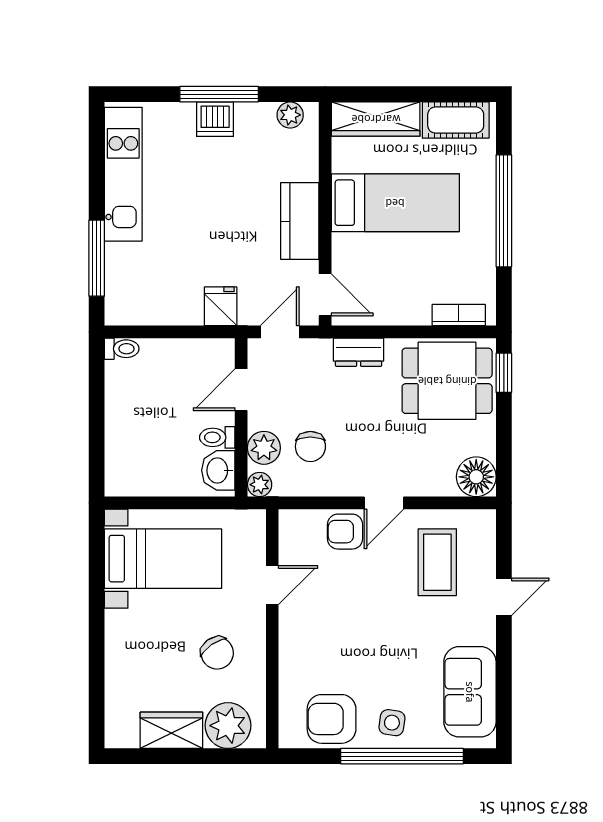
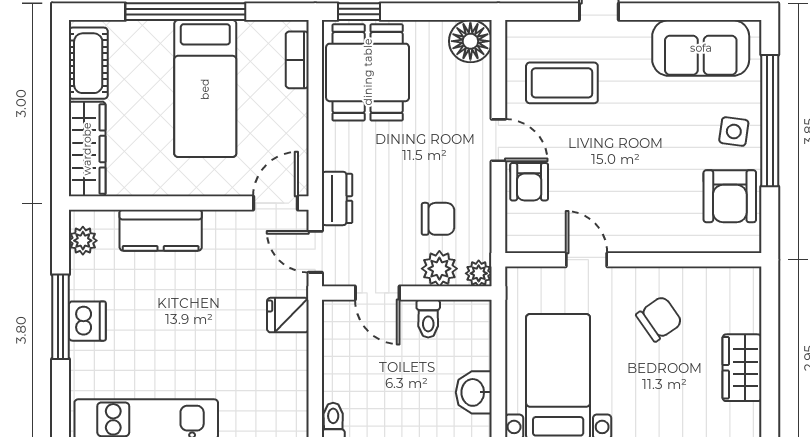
bed: (395, 203) -> (205, 89), moved, turned 180
kitchen counter: (300, 221) -> (161, 230), moved
dresser: (359, 352) -> (337, 198), moved
washbasin: (218, 470) -> (474, 392), moved, turned 90
plant: (228, 726) -> (737, 307), removed

